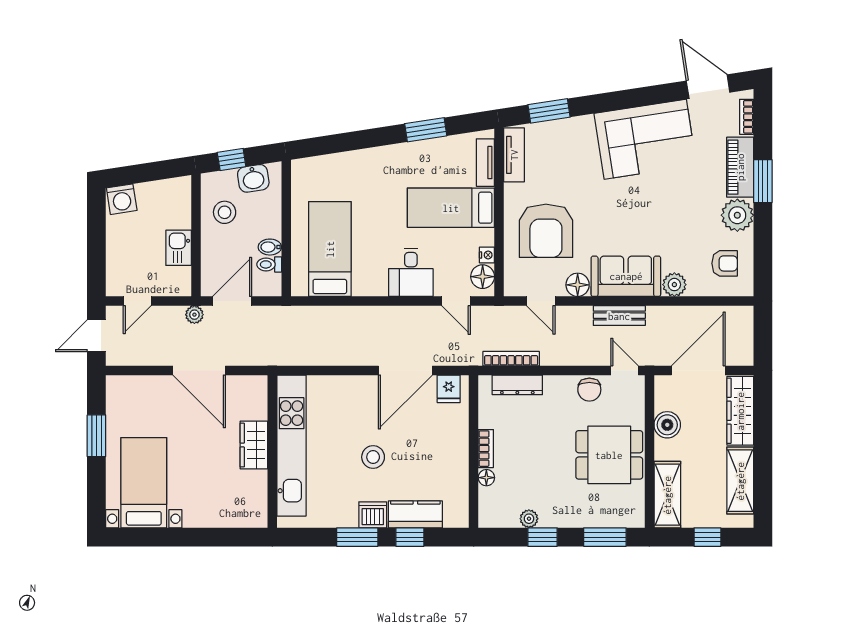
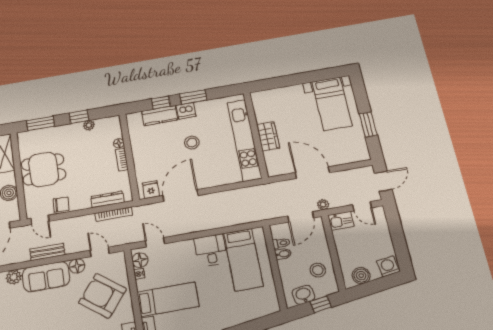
boiler: (164, 192) -> (361, 276), added
armchair: (546, 231) -> (102, 296), turned -52
kitchen sink: (179, 248) -> (341, 221), moved, turned 90
desk: (411, 273) -> (211, 250), moved
door: (137, 301) -> (362, 206), swing flipped
chair: (589, 390) -> (61, 205), turned 93

